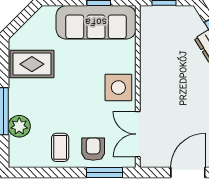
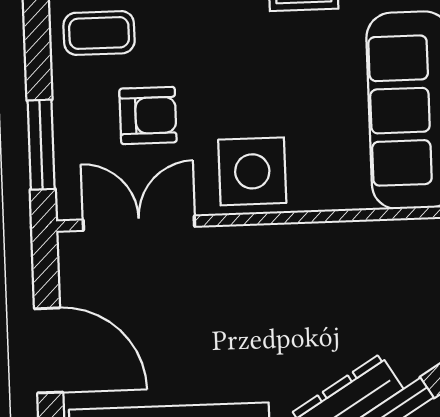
armchair: (93, 149) -> (148, 115), moved

